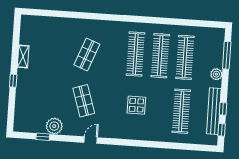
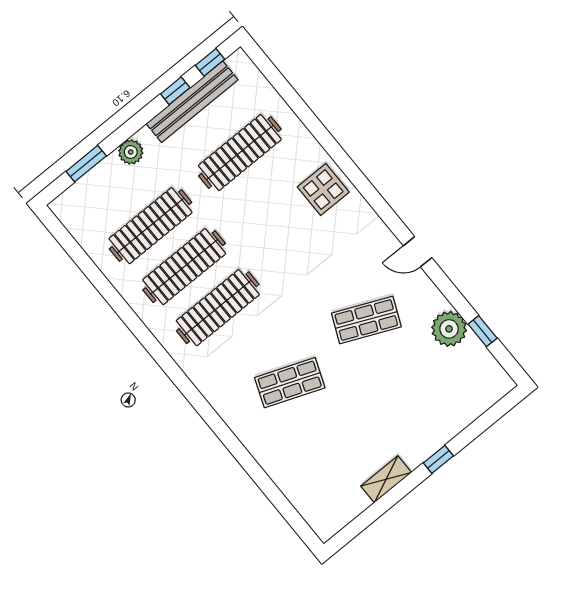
window: (227, 55) -> (86, 164), width x0.69
shop shelf: (84, 101) -> (366, 320), turned 42
display table: (136, 105) -> (323, 190), moved

